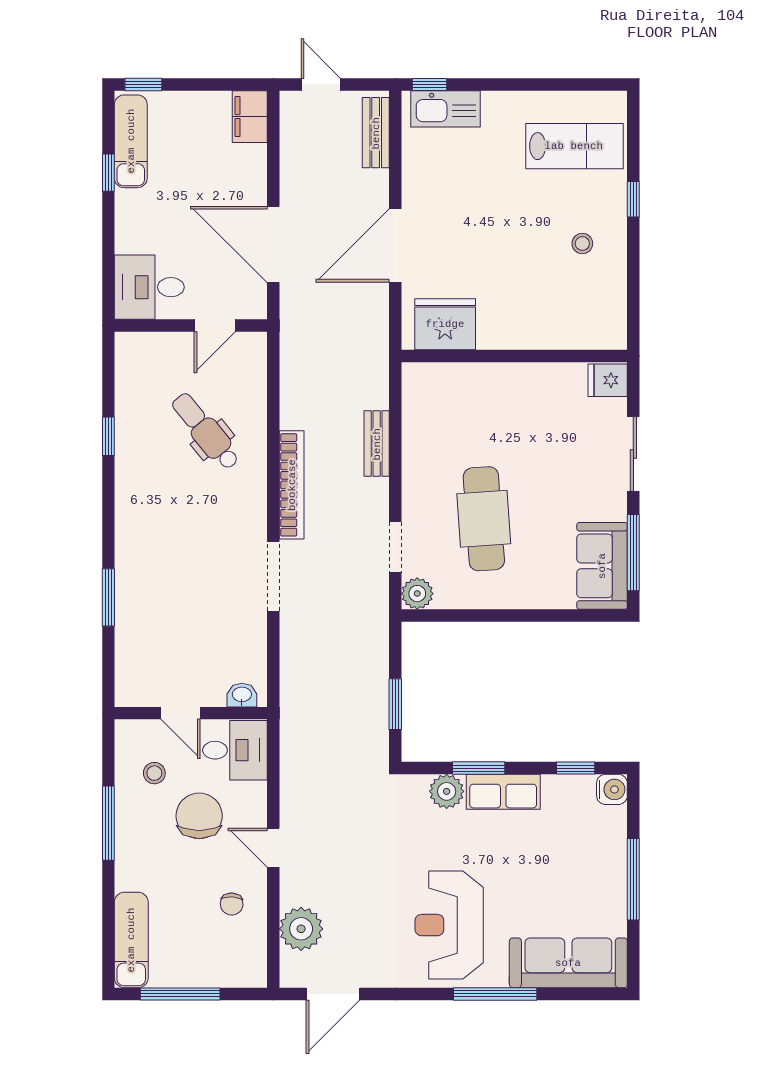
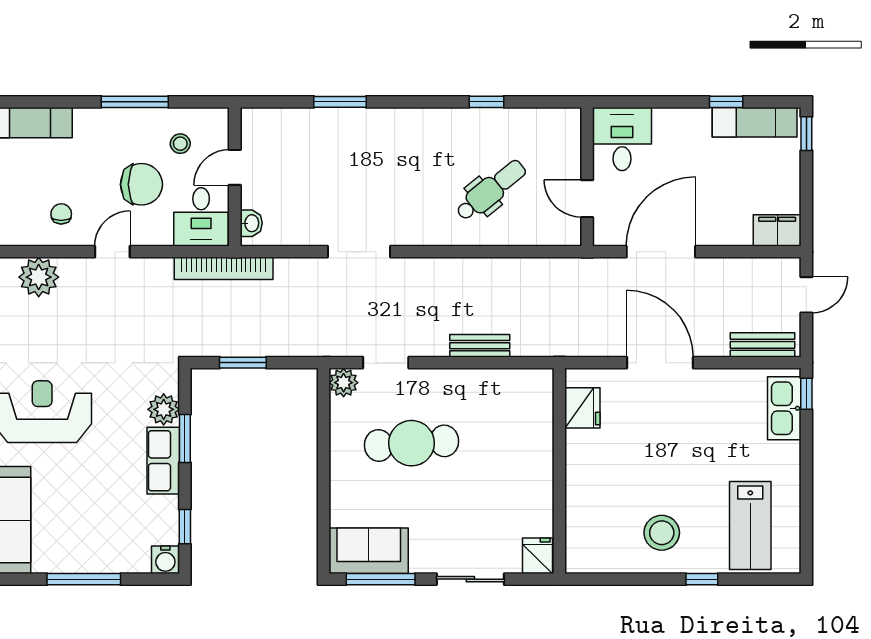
stool: (582, 244) -> (662, 533), width x1.89, depth x1.89
fridge: (445, 324) -> (582, 408), width x0.73, depth x0.75
bookcase: (292, 485) -> (224, 268), moved
chair: (232, 904) -> (61, 214), turned 87

